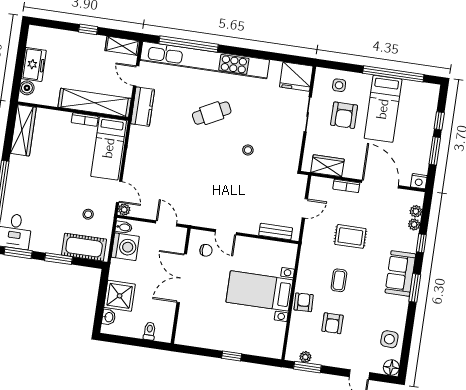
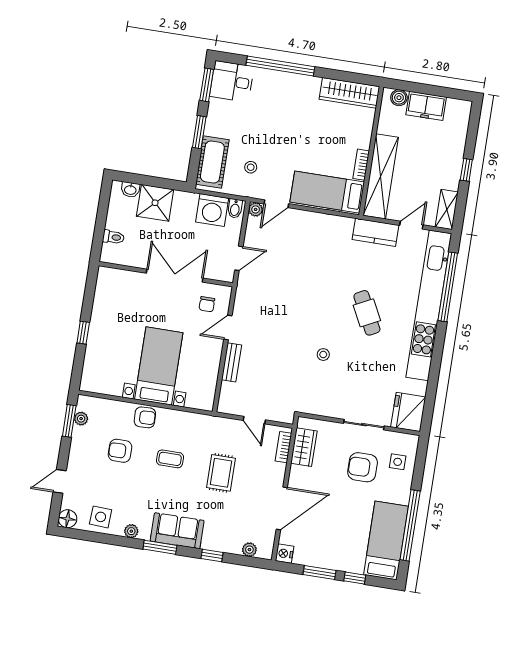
bed: (383, 109) -> (386, 541), moved, turned 90
bookcase: (346, 186) -> (283, 447), moved
plant: (414, 224) -> (131, 531), moved
bench: (276, 232) -> (231, 362), moved

